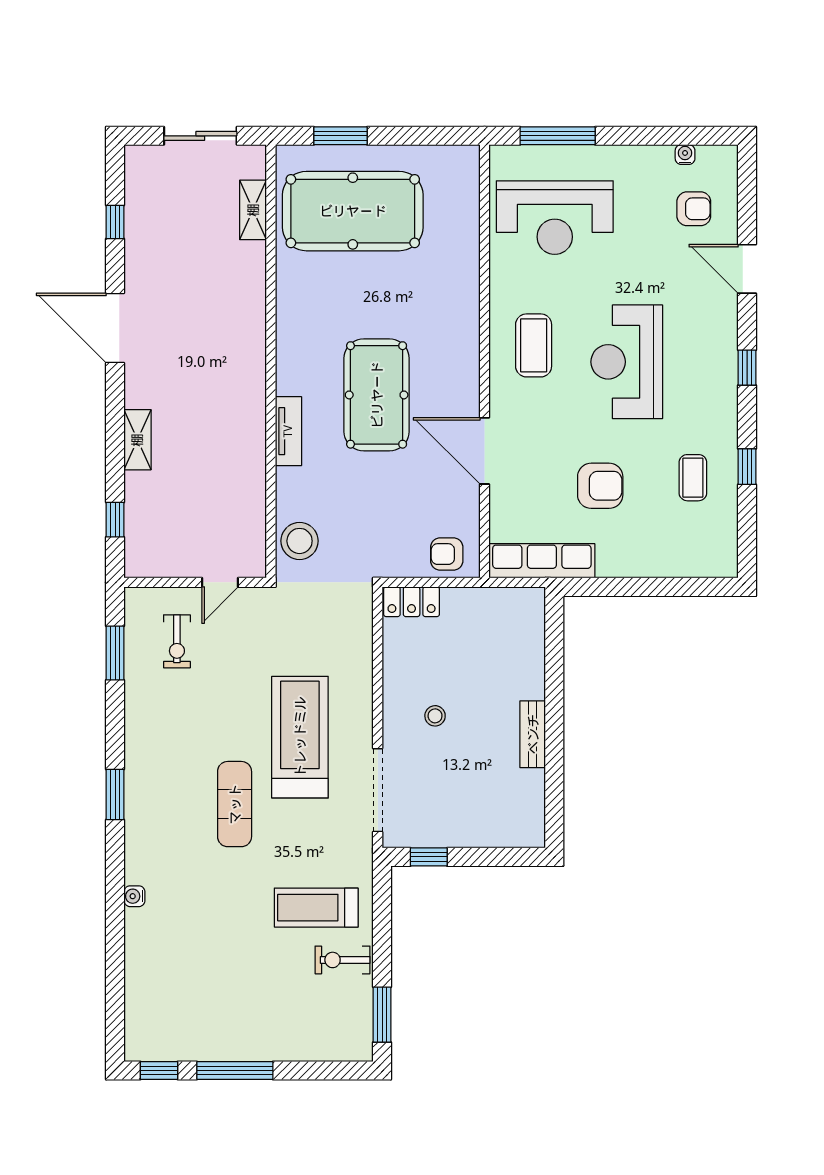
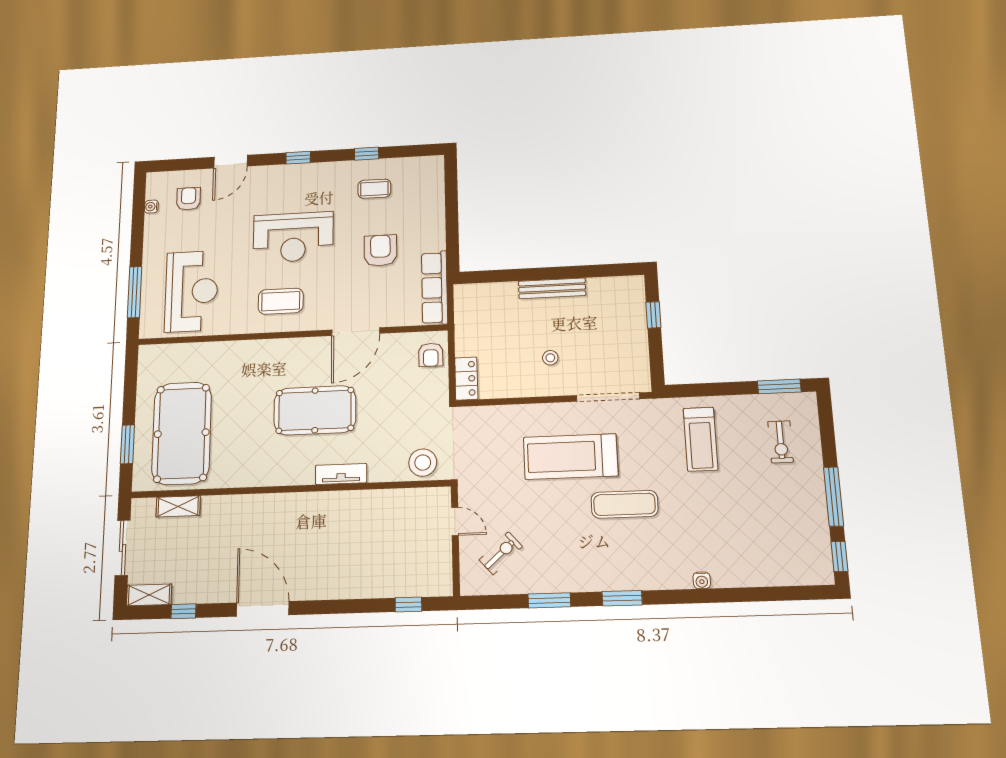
door: (115, 328) -> (263, 609), swing flipped
shelving: (137, 440) -> (149, 595), moved
exercise bike: (177, 641) -> (501, 553), turned -42
window: (115, 653) -> (549, 600), moved
bench: (533, 734) -> (552, 288), width x1.36
window: (429, 857) -> (653, 315), moved
exercise bike: (342, 960) -> (781, 442), moved

